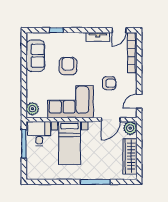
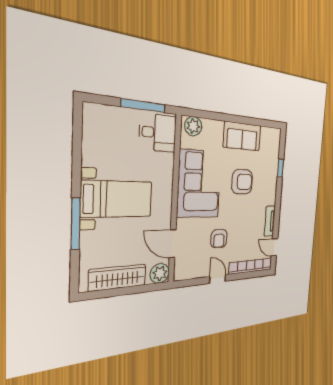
sofa: (35, 56) -> (242, 136), moved
door: (139, 101) -> (218, 279), moved
bed with nightstands: (70, 143) -> (117, 199), moved, turned 180

